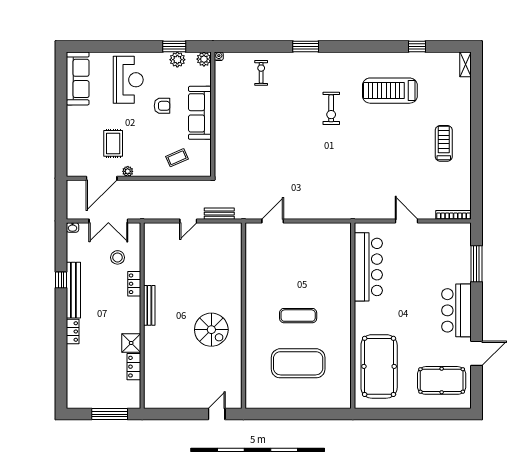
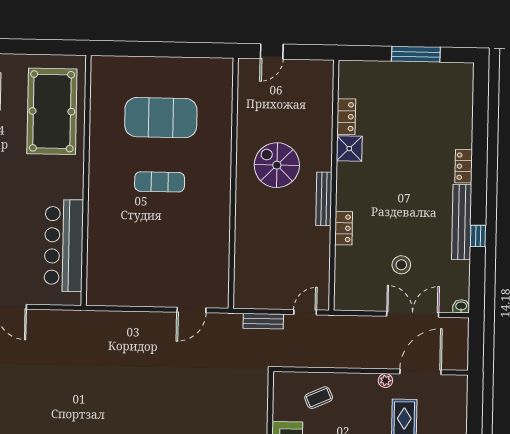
locker: (134, 284) -> (344, 228), moved
bench: (149, 305) -> (324, 199), moved
wall: (142, 316) -> (334, 185), moved
shower: (131, 343) -> (349, 149), moved
locker: (134, 367) -> (346, 117), moved

